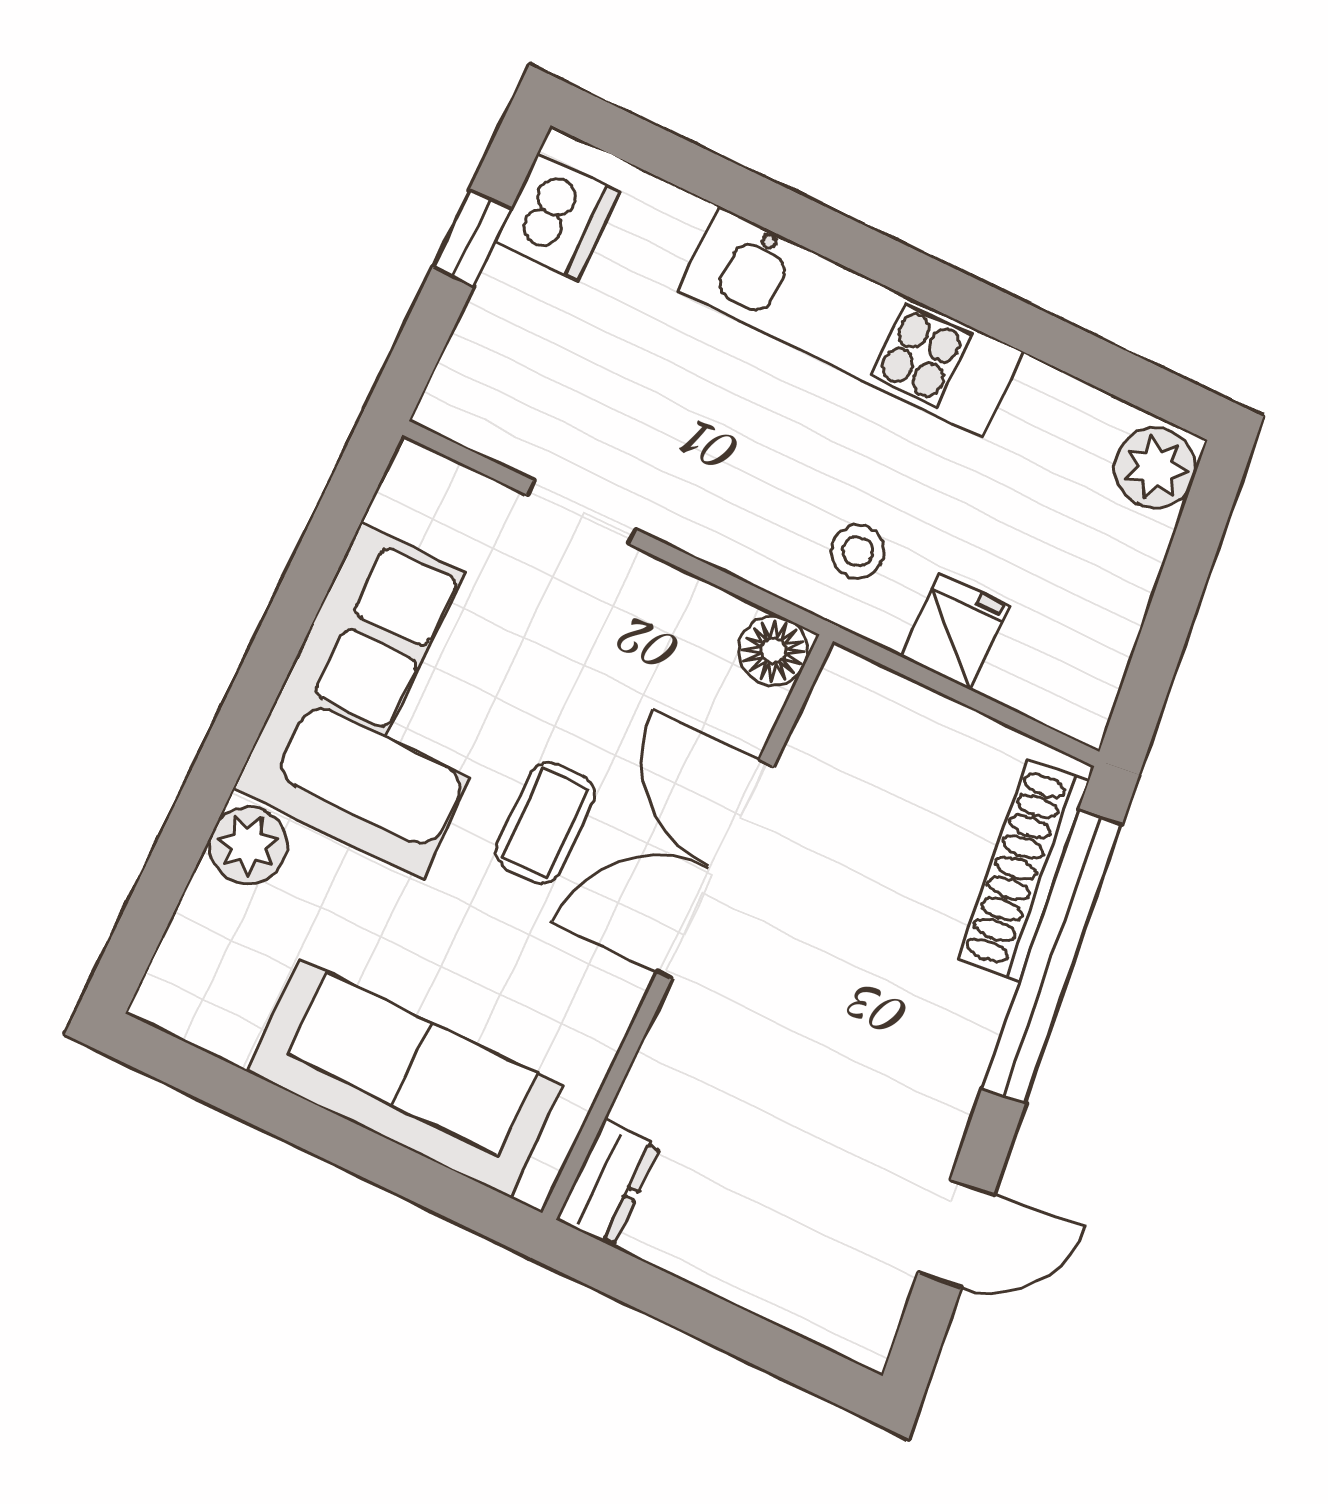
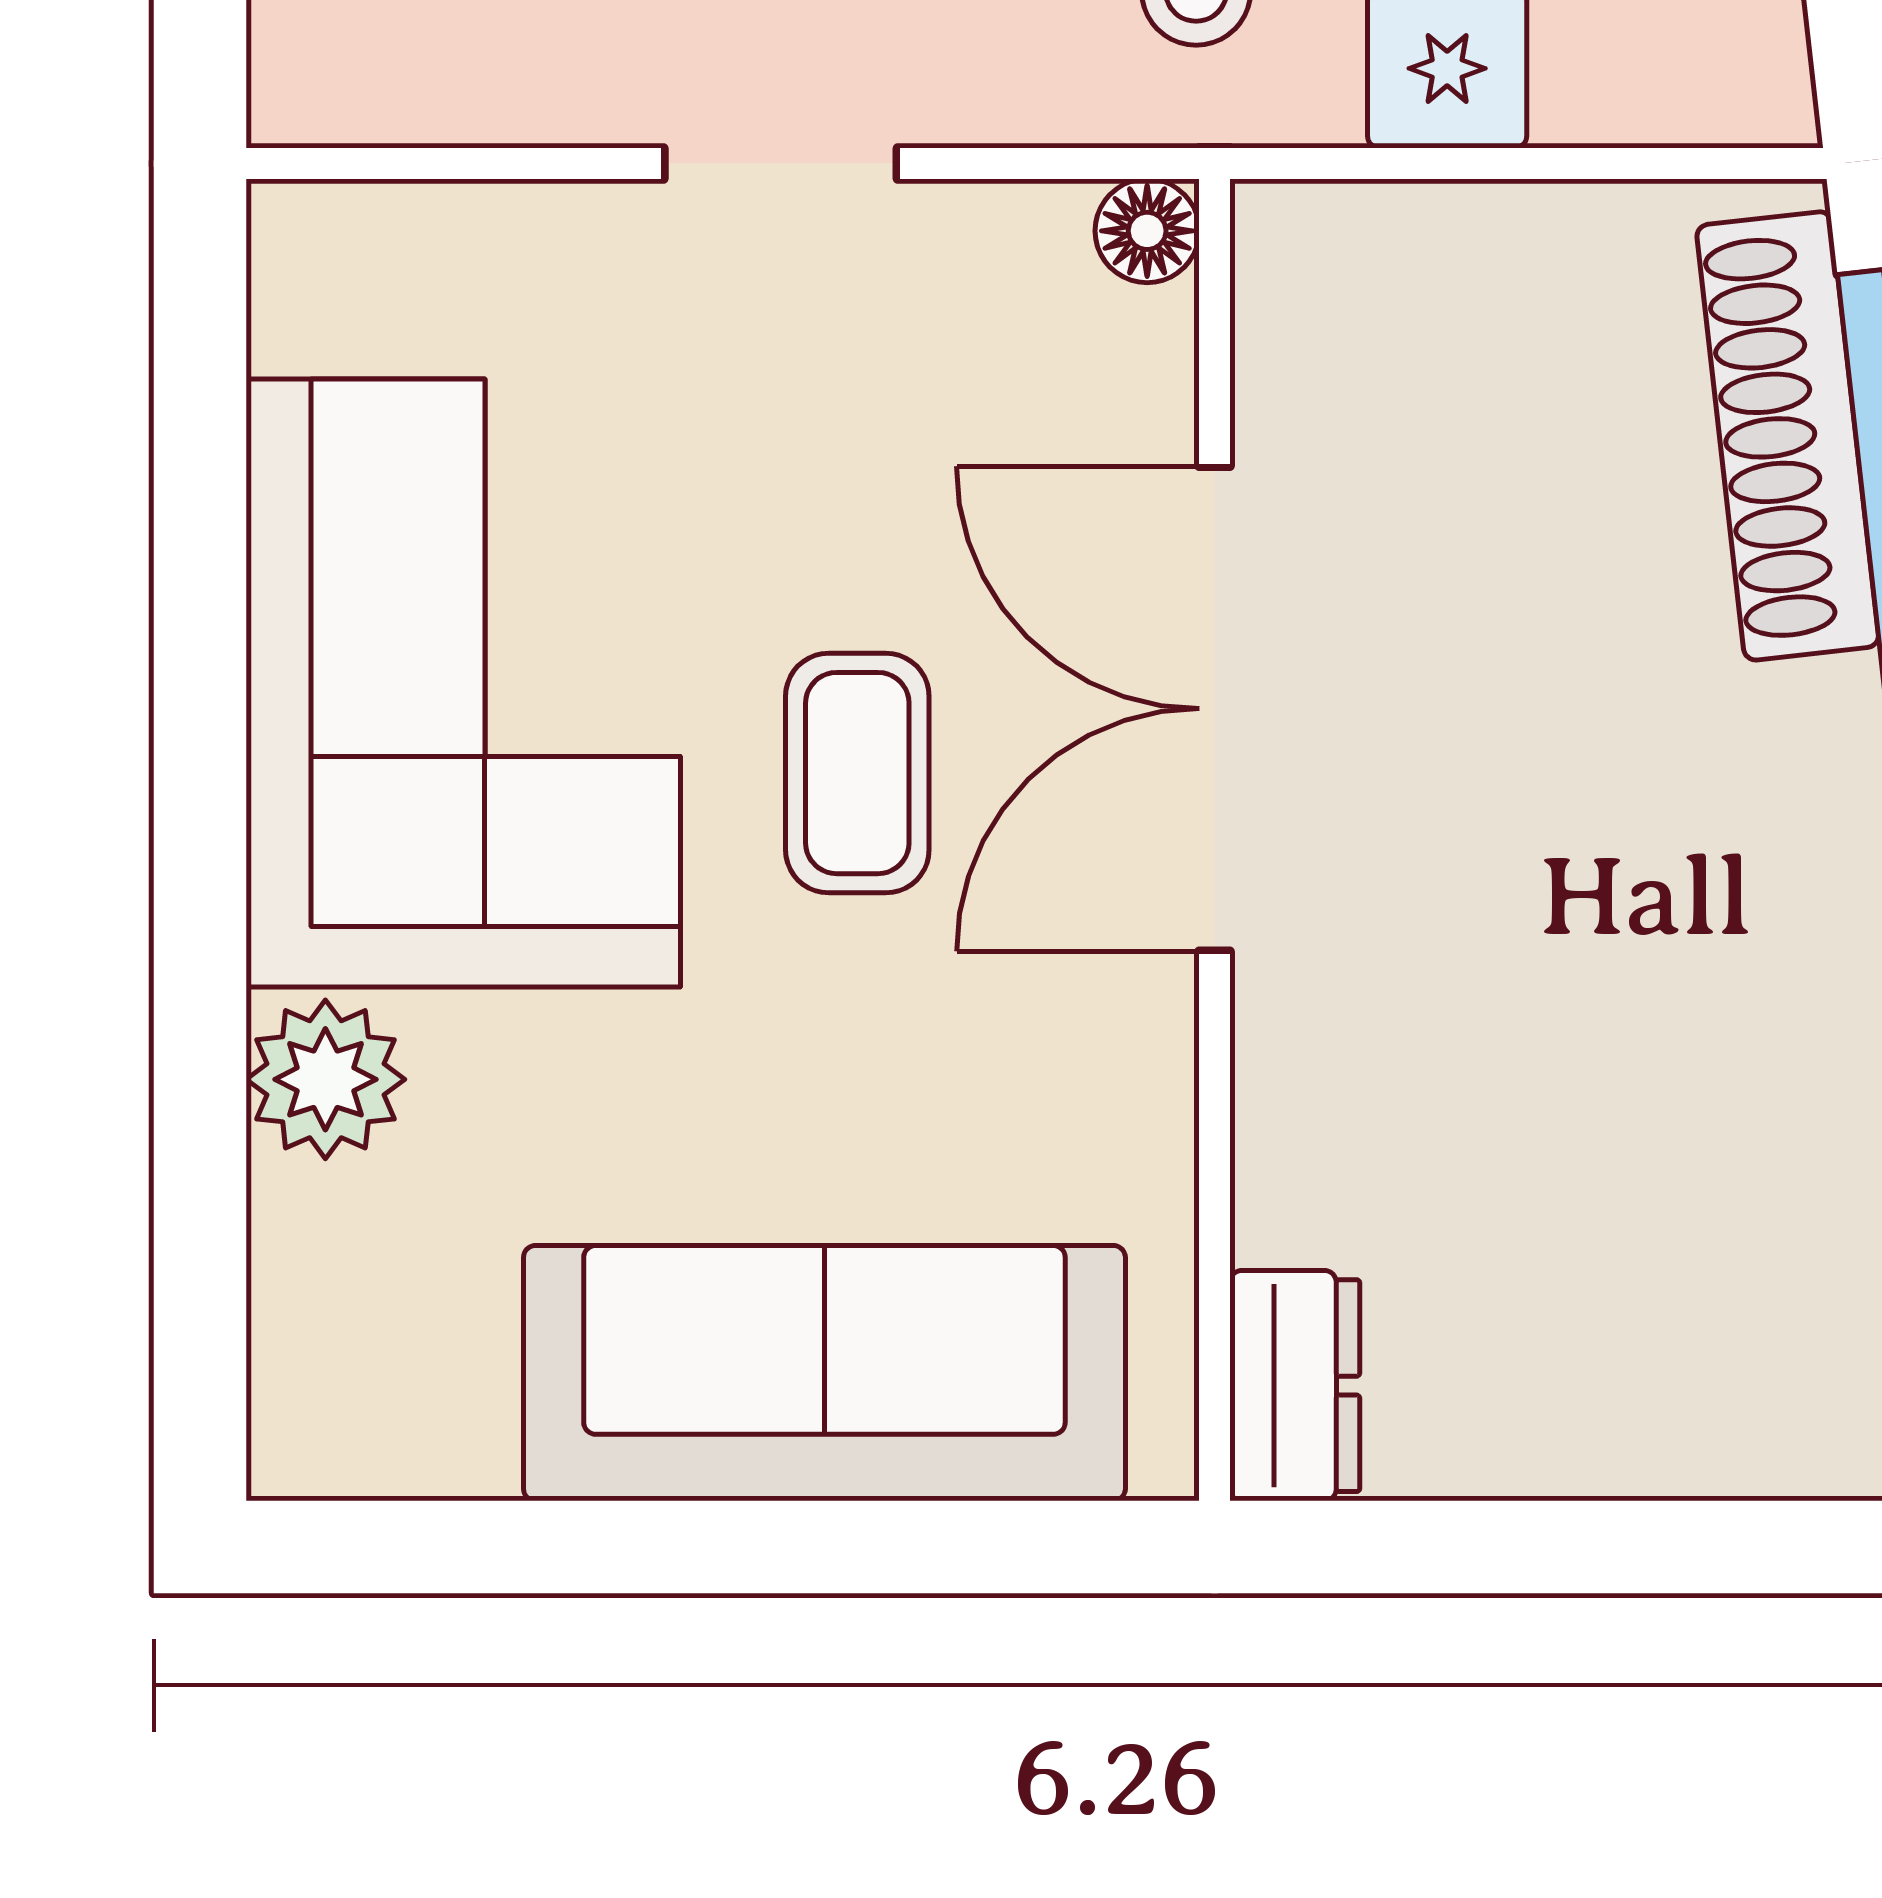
doorway: (581, 512) -> (781, 163), moved
floor lamp: (773, 651) -> (1147, 231), width x0.73, depth x0.73

